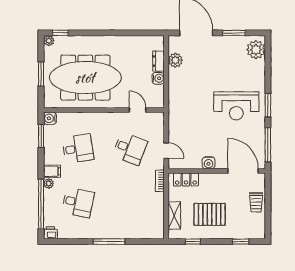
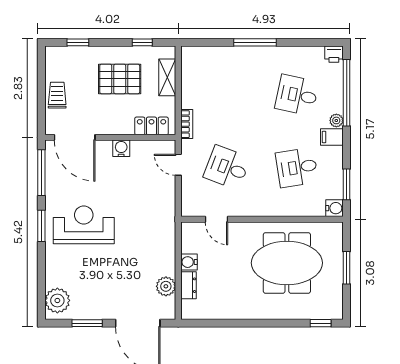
plant: (49, 41) -> (336, 313), removed
meeting table: (85, 78) -> (287, 263), width x0.73

